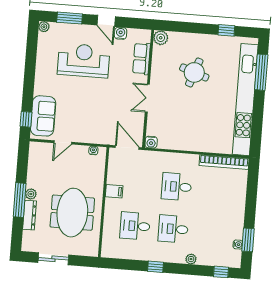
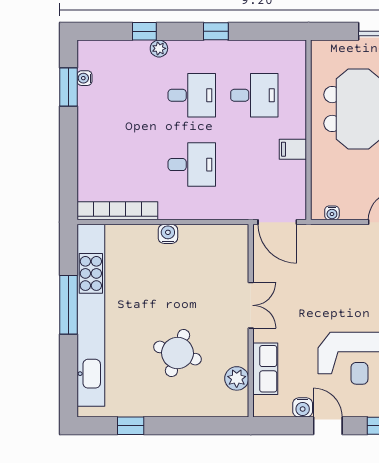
plant: (161, 38) -> (237, 378), moved
window: (261, 72) -> (68, 305), moved
water cooler: (151, 142) -> (168, 234), moved
window: (221, 272) -> (144, 31), moved

